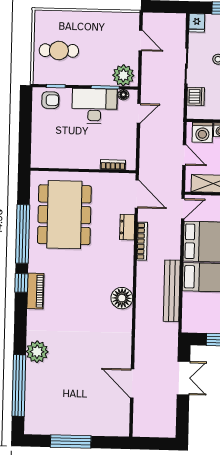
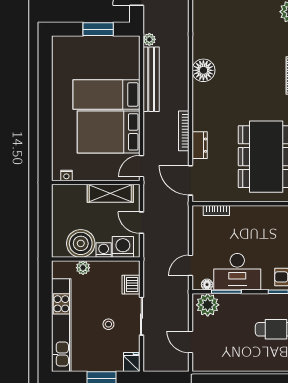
plant: (173, 329) -> (149, 39), added

